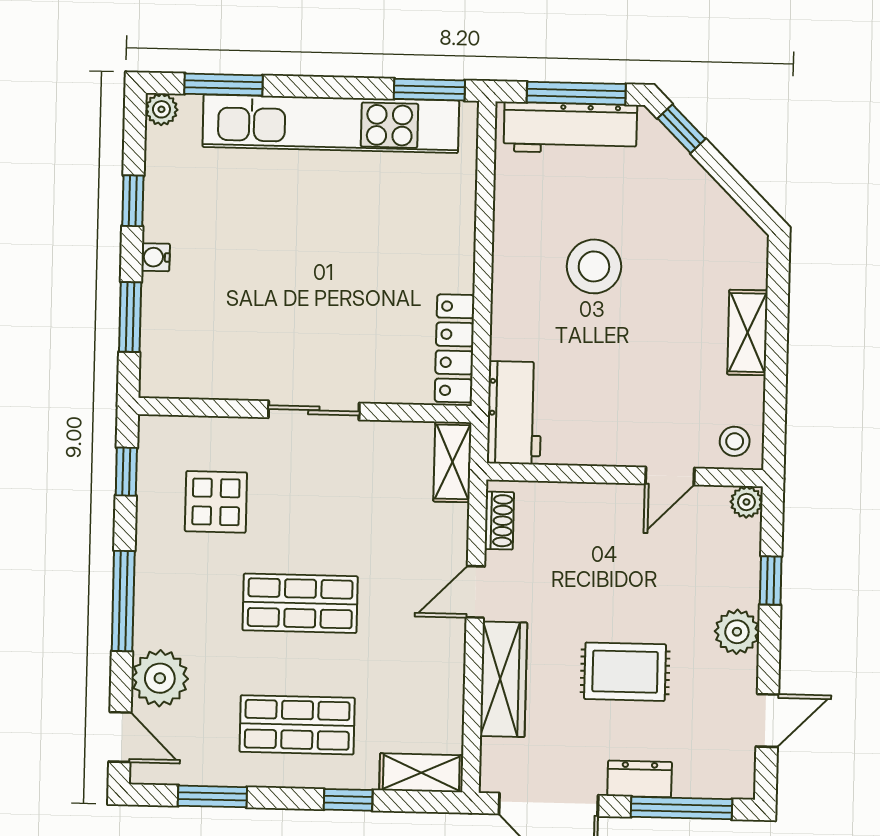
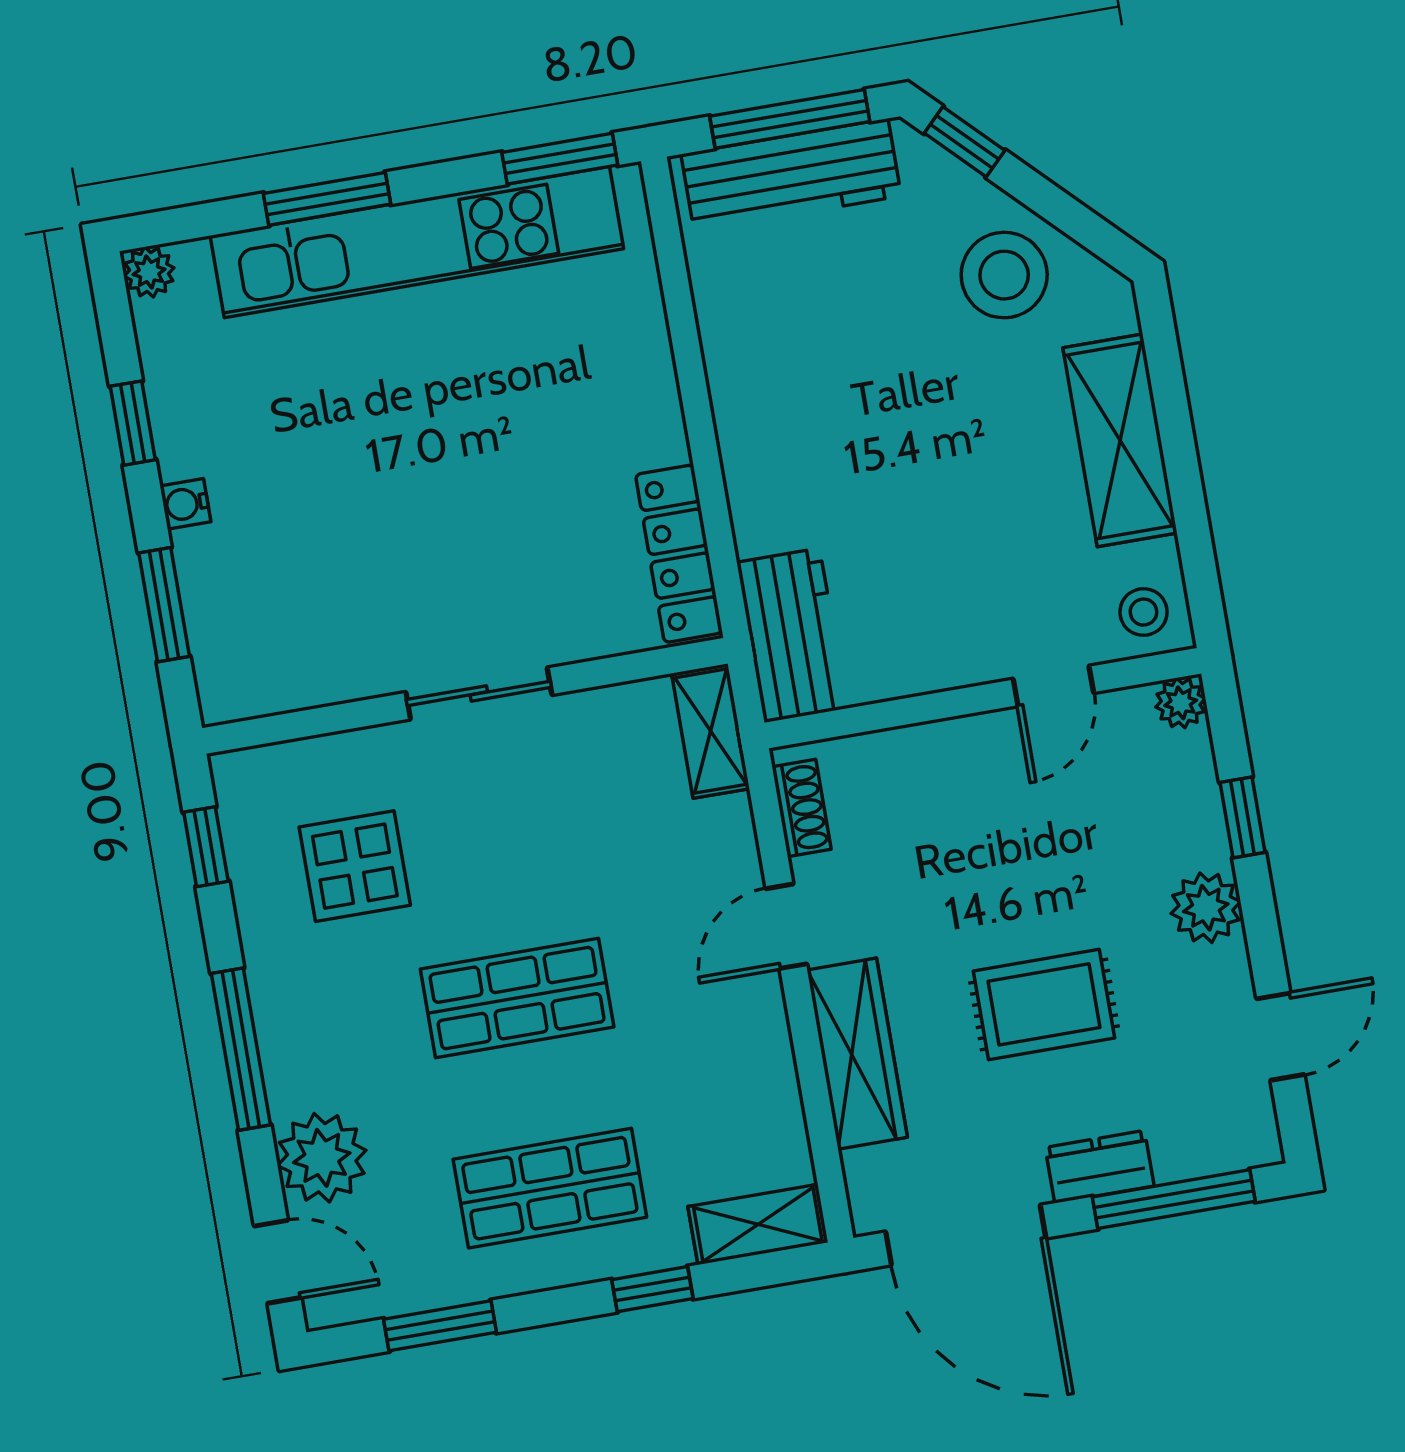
window: (223, 85) -> (327, 199), moved
stool: (594, 266) -> (1004, 275), moved
shelving: (747, 333) -> (1120, 440), width x1.50, depth x1.33

